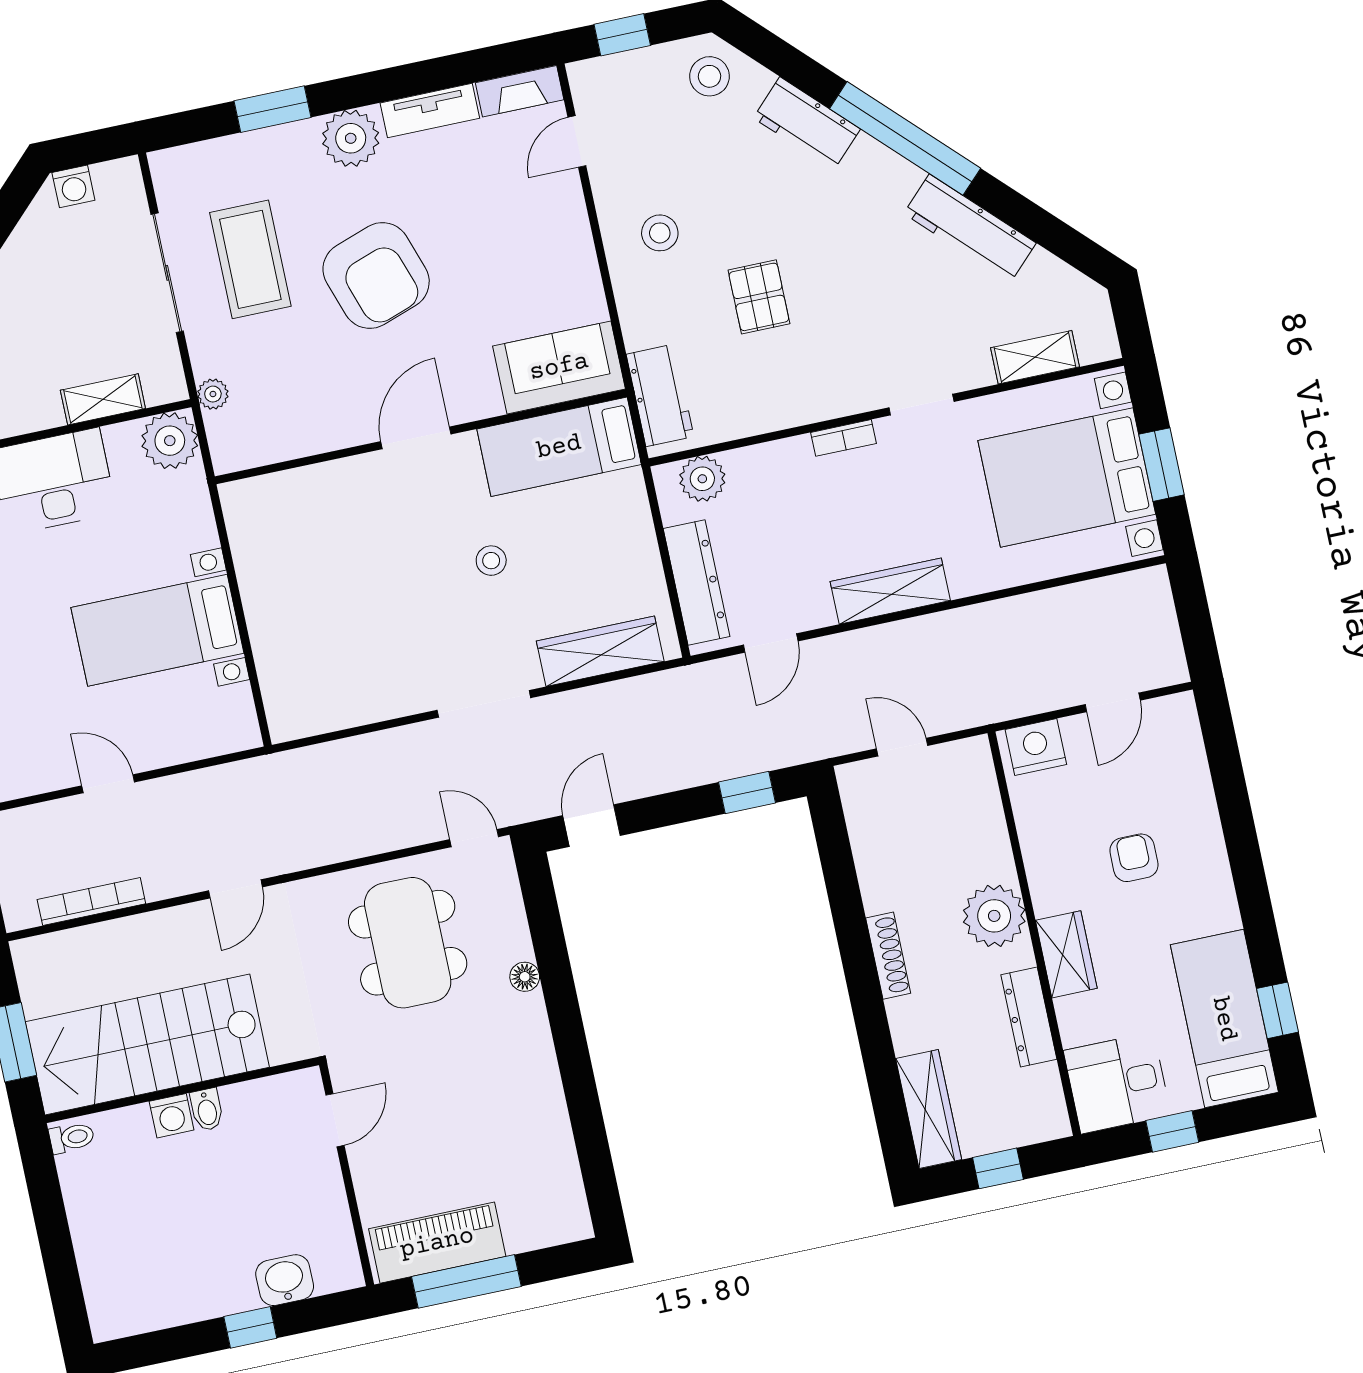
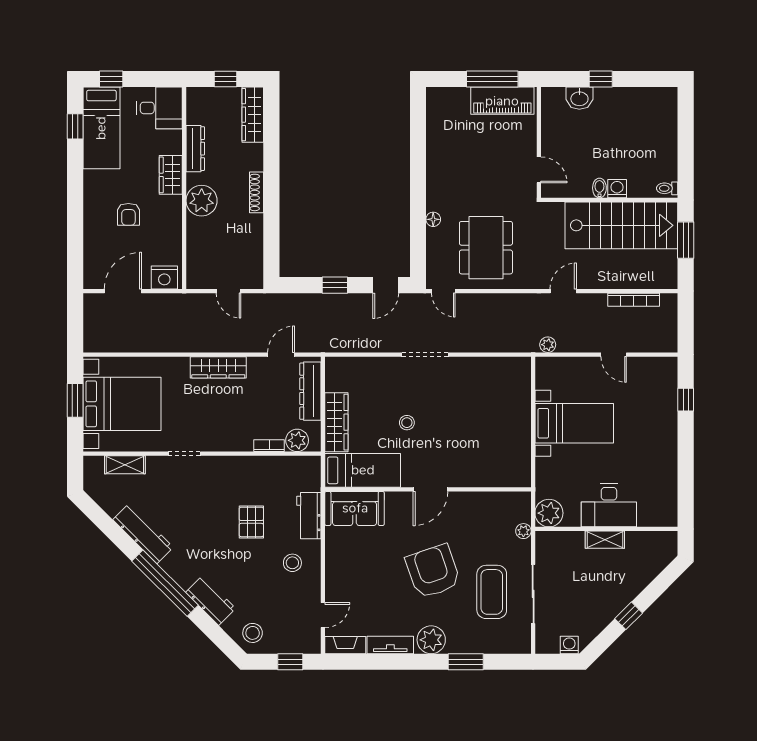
workbench: (660, 395) -> (309, 516), moved
shelving: (103, 399) -> (605, 540), moved
bookcase: (843, 438) -> (269, 446), moved
wardrobe: (600, 651) -> (336, 422), moved, turned -90
door: (1113, 702) -> (123, 291), width x1.38
plant: (243, 776) -> (548, 345), added
window: (747, 793) -> (335, 285), moved
door: (335, 1120) -> (539, 170), swing flipped
window: (1172, 1131) -> (111, 79), moved

